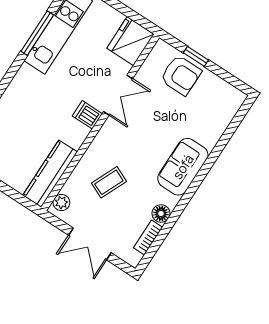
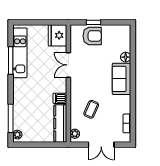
double door: (118, 95) -> (68, 65), swing flipped
dishwasher: (87, 115) -> (60, 98), moved
floor lamp: (161, 214) -> (126, 57), moved

